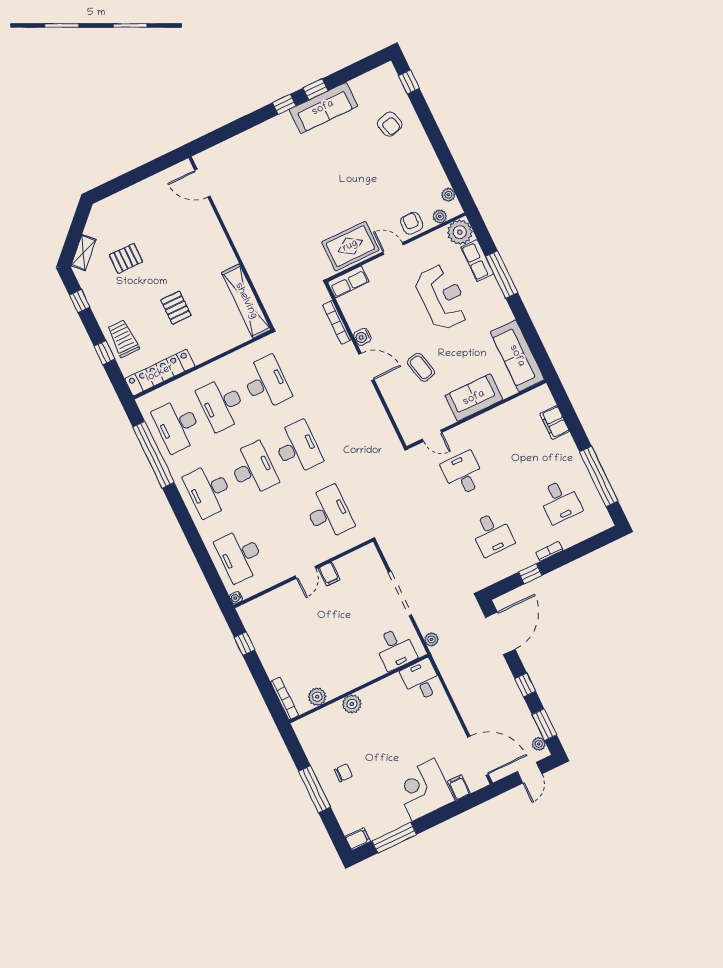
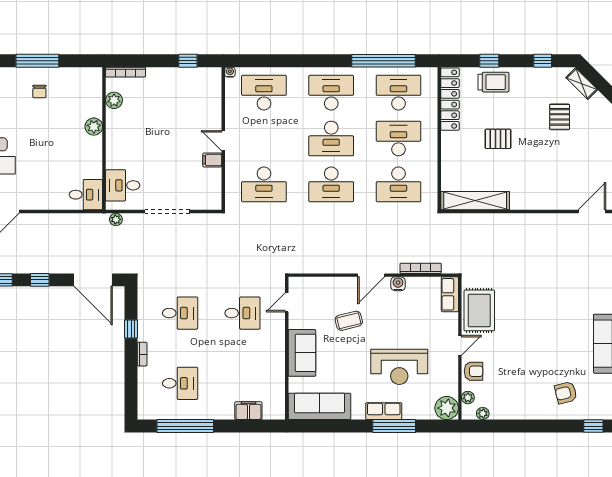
row of seats: (477, 261) -> (384, 411), moved
desk: (560, 501) -> (180, 383), turned 180
desk: (492, 534) -> (180, 313), turned 180

